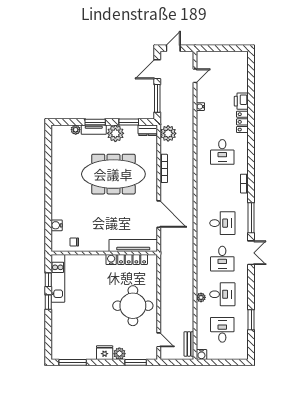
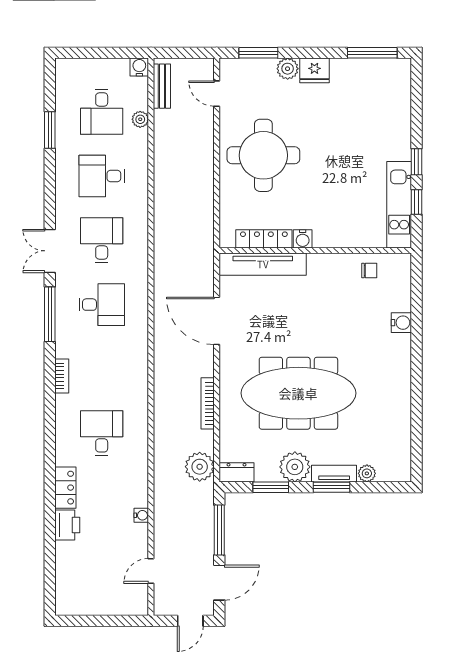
desk: (222, 223) -> (102, 305), turned 180
water cooler: (57, 225) -> (401, 323), moved
plant: (201, 297) -> (140, 119), moved

